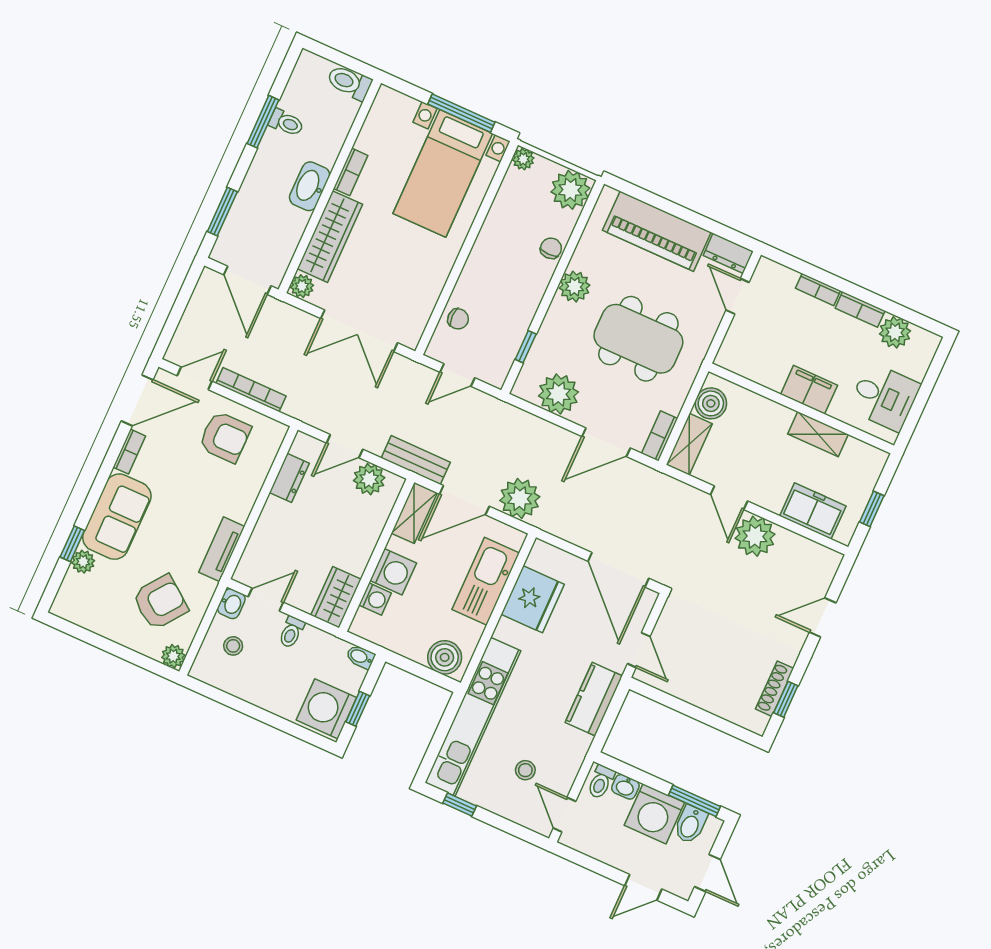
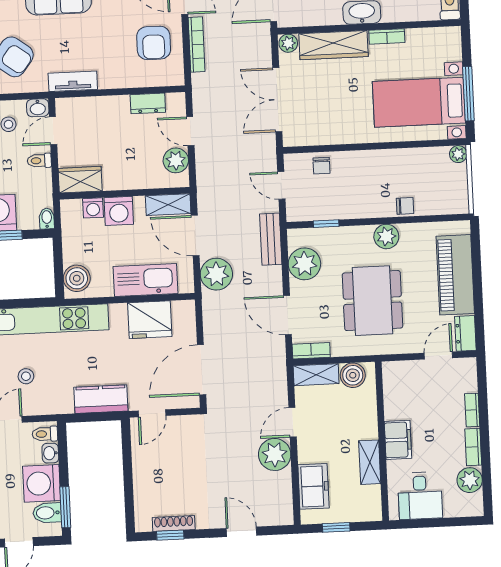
plant: (570, 190) -> (453, 199), removed
bench: (416, 460) -> (271, 239), moved
door: (266, 600) -> (53, 131), swing flipped

